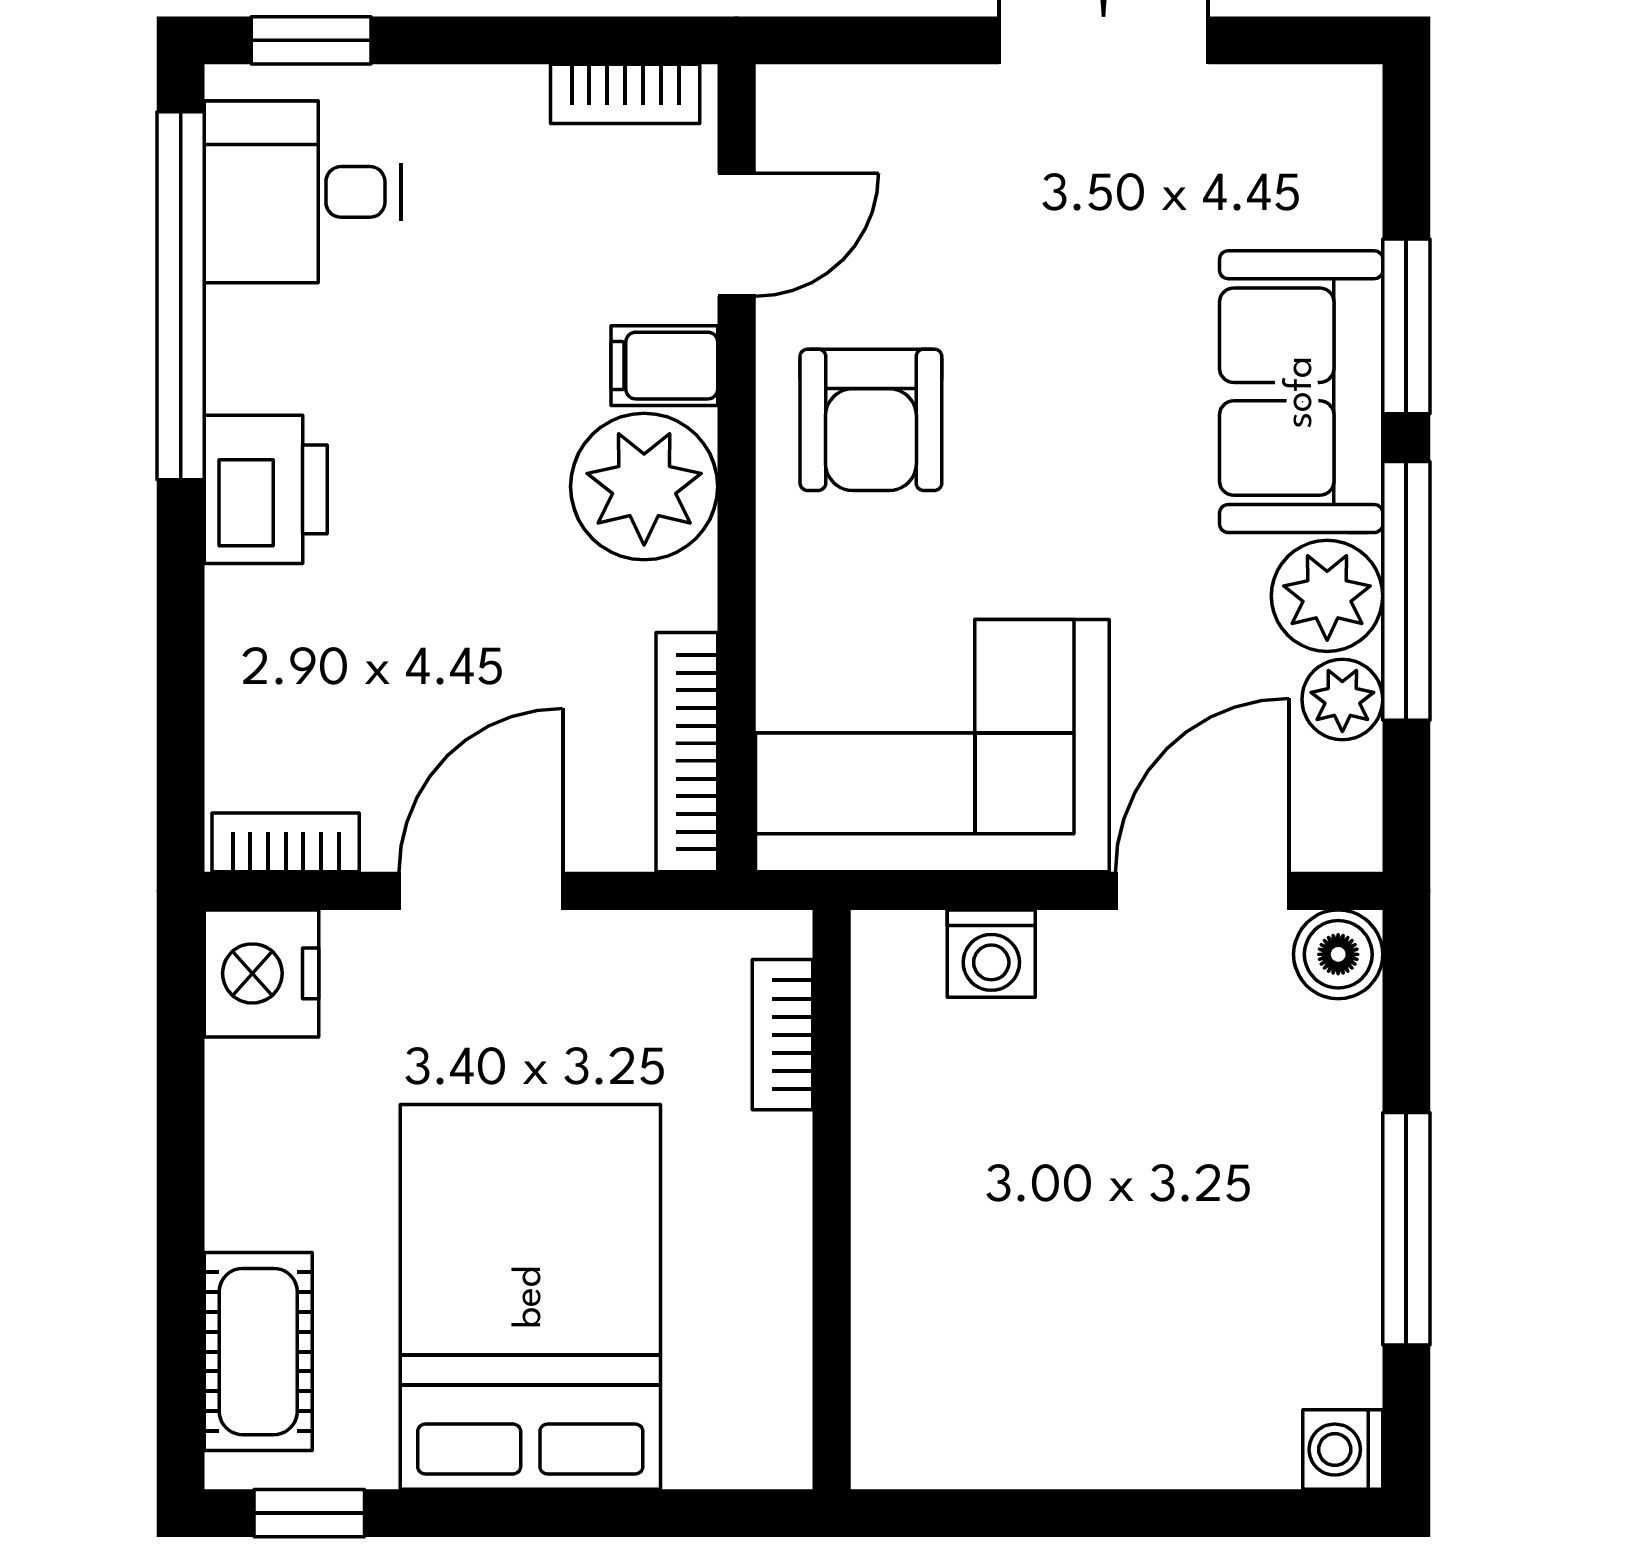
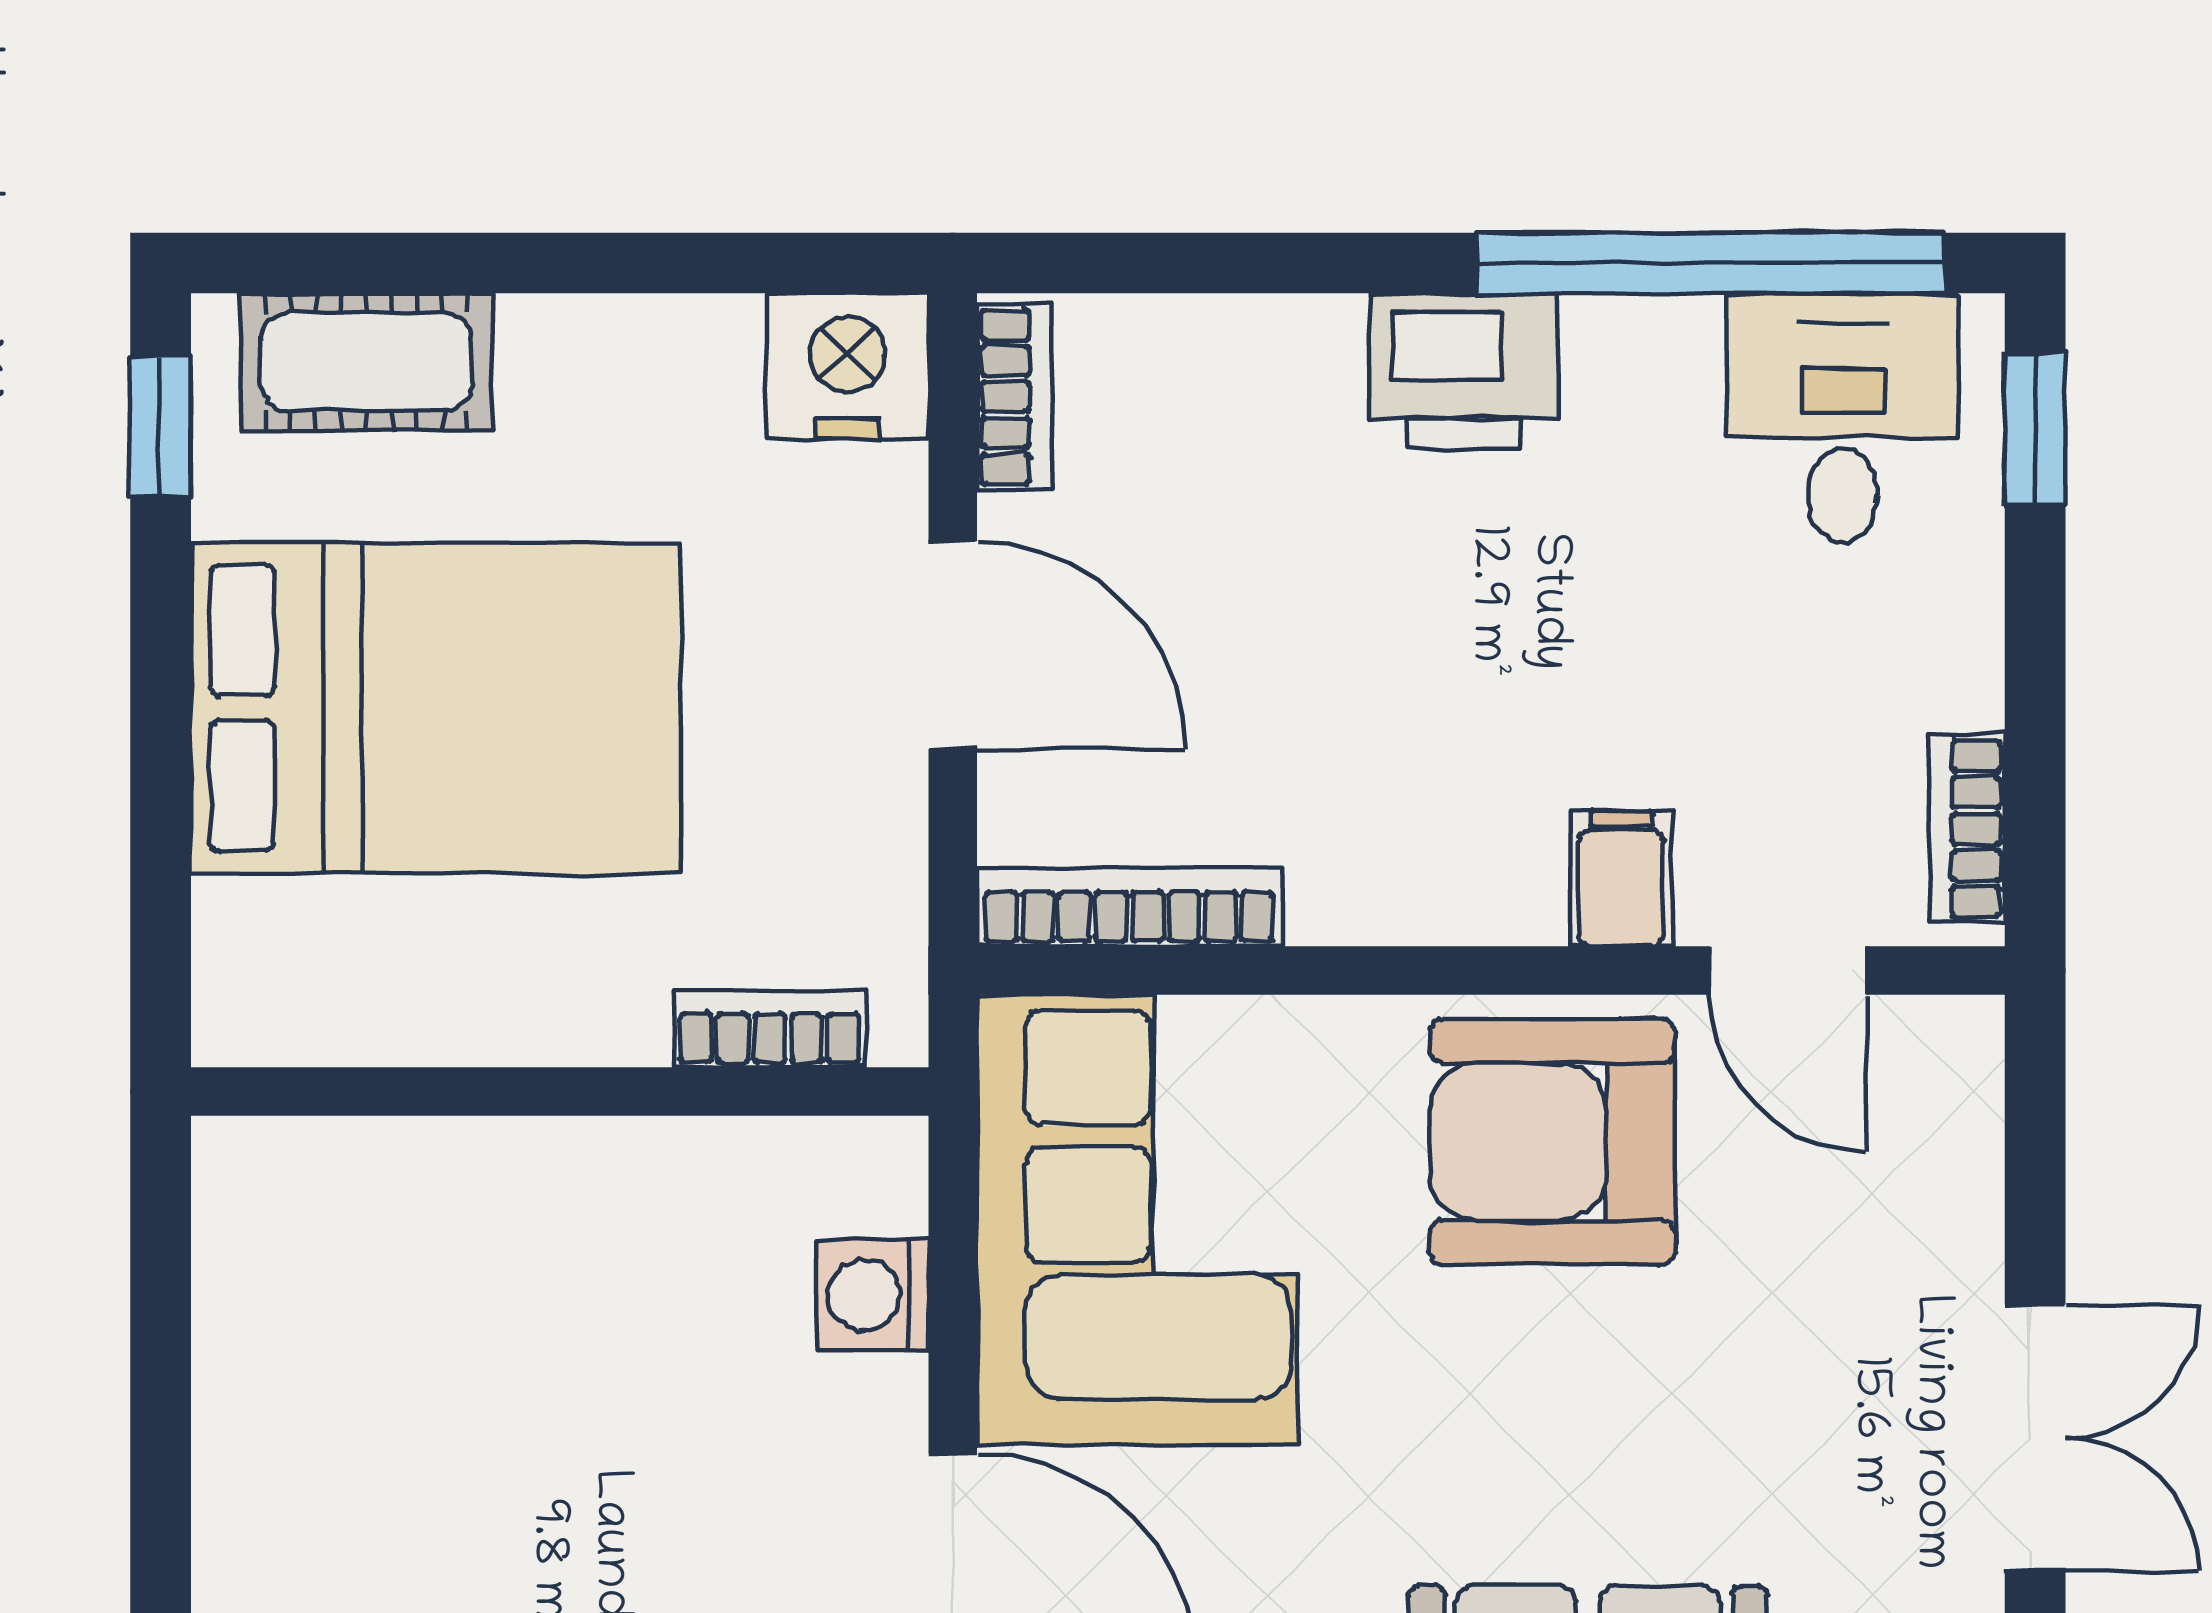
armchair: (871, 420) -> (1552, 1142), width x1.36, depth x1.36
plant: (644, 487) -> (1467, 853), removed

